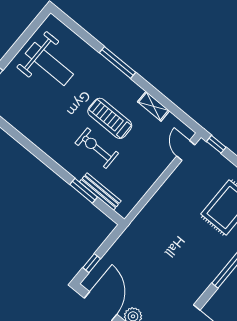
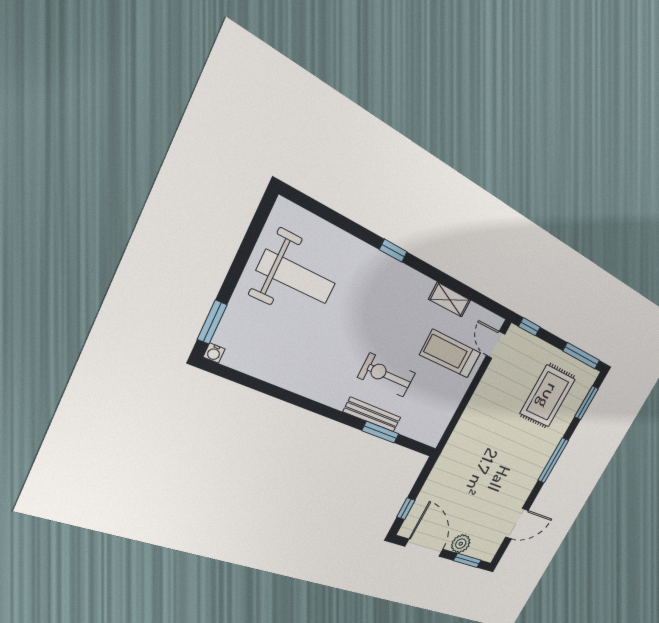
window: (117, 63) -> (393, 251), width x0.46
treadmill: (110, 118) -> (450, 354), moved
bench: (100, 191) -> (372, 415), moved

